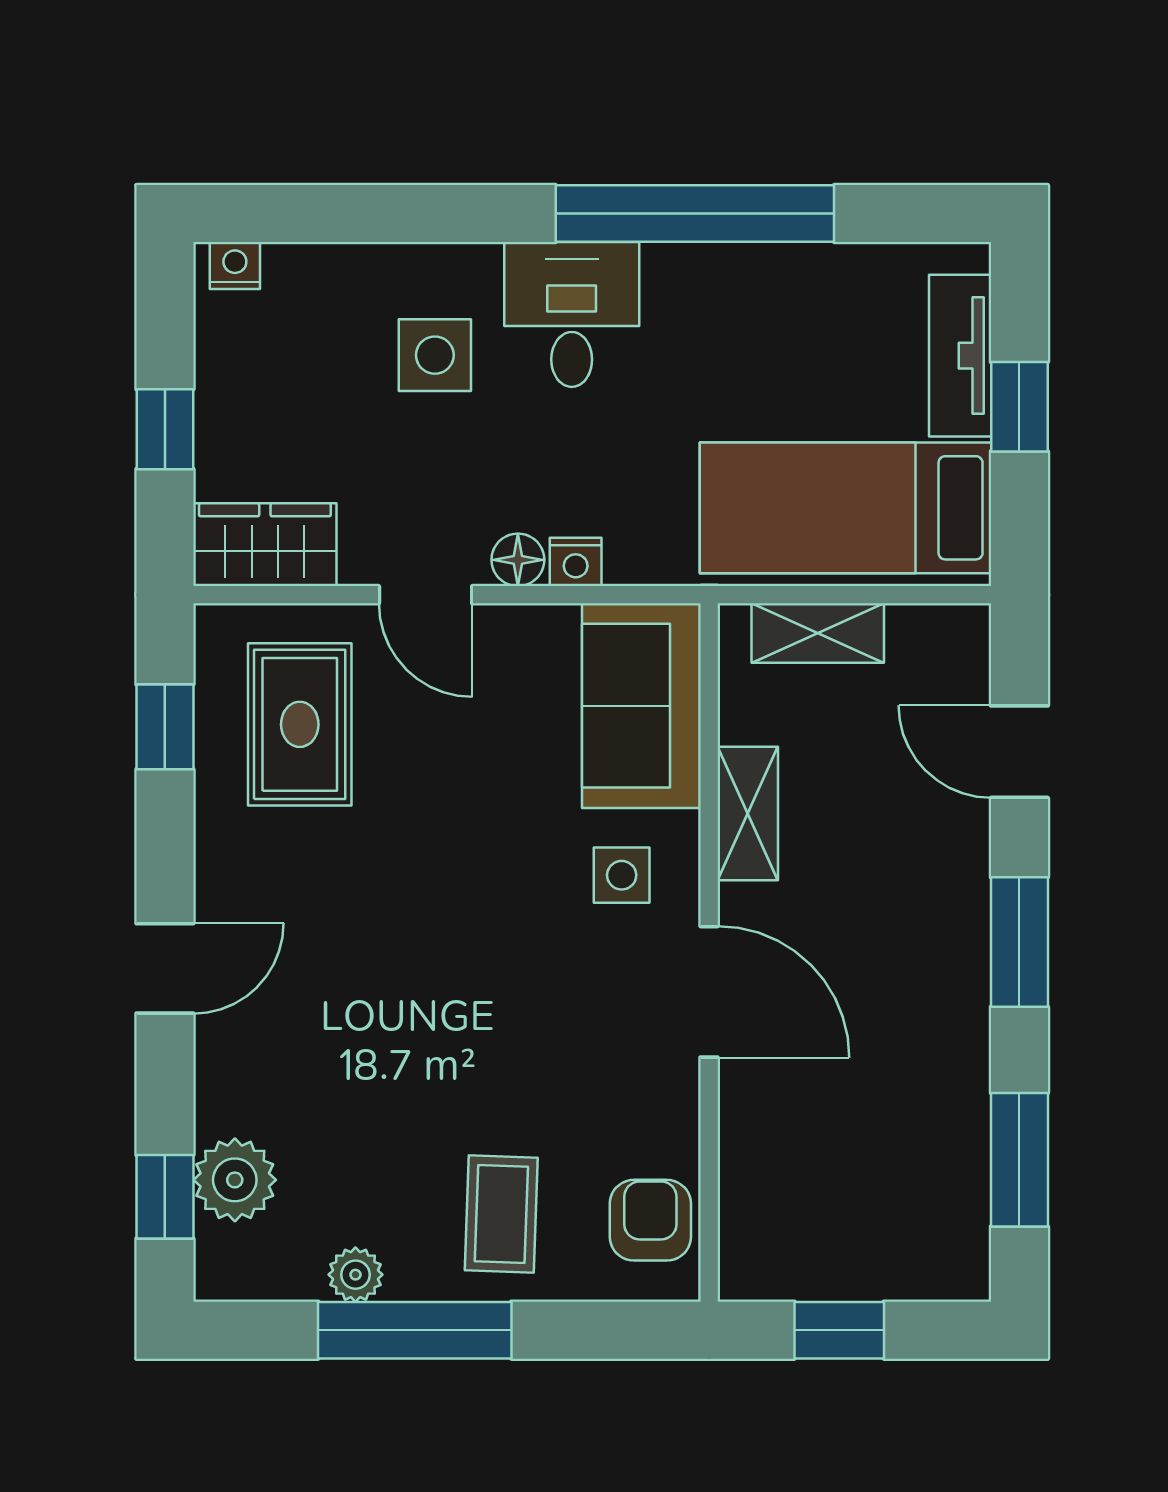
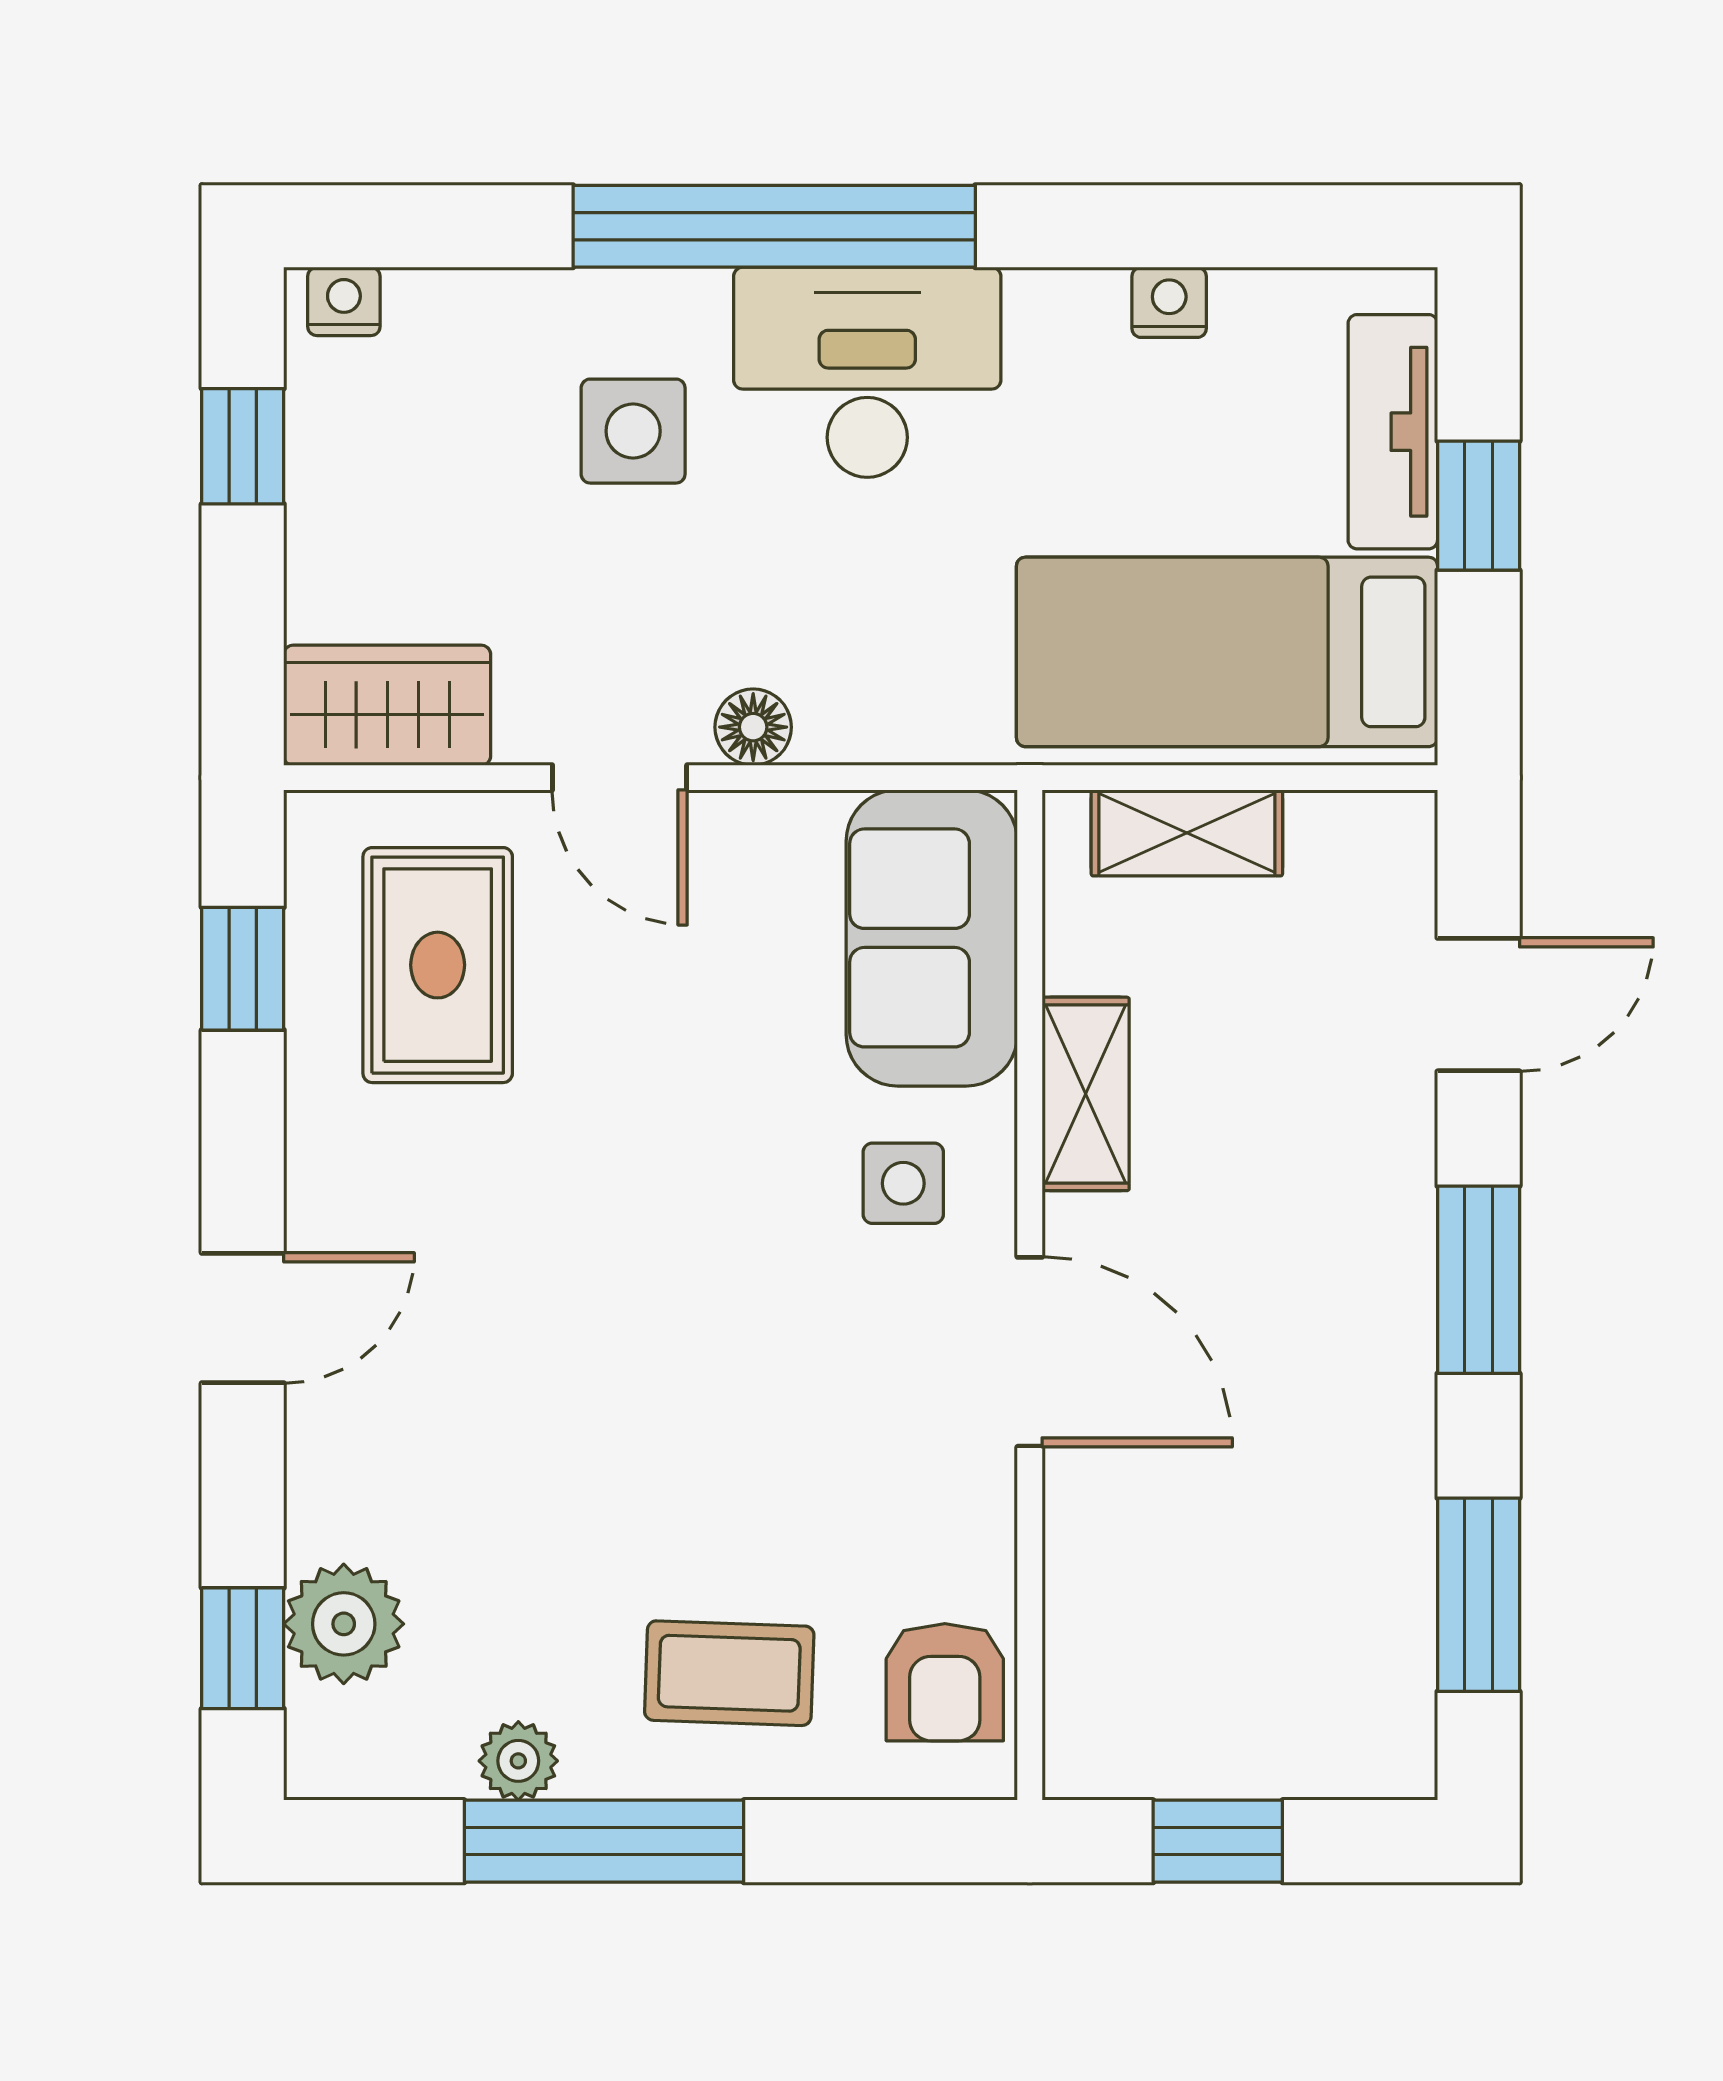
window: (695, 214) -> (774, 226), moved
desk: (572, 314) -> (867, 372), width x1.37
window: (165, 429) -> (243, 446), moved
nightstand: (576, 562) -> (1169, 302), moved, turned 180
door: (1019, 752) -> (1479, 1005), swing flipped
coffee table: (501, 1214) -> (729, 1673), turned 90
armchair: (650, 1220) -> (945, 1682), turned 180

